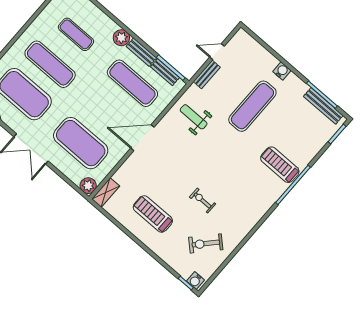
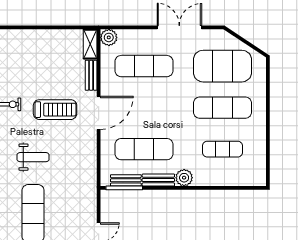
bench: (207, 74) -> (91, 75), moved
weight bench: (194, 117) -> (33, 157), moved
exercise mat: (81, 143) -> (144, 66), width x0.68
treadmill: (153, 214) -> (55, 110), moved

